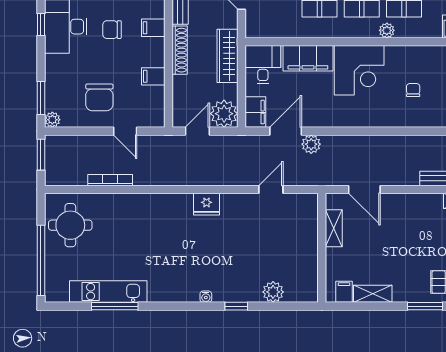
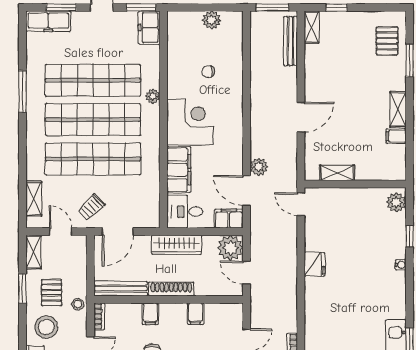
shelving: (334, 228) -> (337, 173), moved
wall: (322, 248) -> (355, 184), moved

